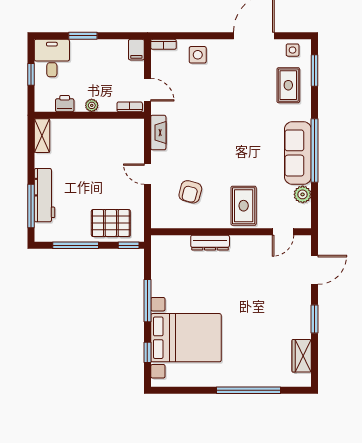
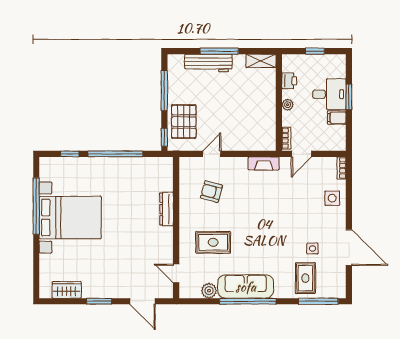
filing cabinet: (136, 50) -> (337, 118), moved
side table: (293, 50) -> (312, 248), moved
desk: (52, 58) -> (329, 94), moved
window: (315, 71) -> (318, 301), width x1.44
rug: (288, 85) -> (305, 278), turned 90
door: (147, 174) -> (212, 154), moved
window: (31, 206) -> (219, 51), moved
rug: (244, 206) -> (213, 242), moved
window: (147, 301) -> (115, 154), width x1.46
bed with nightstands: (186, 338) -> (70, 218), moved, turned -90
window: (249, 390) -> (36, 206), moved

